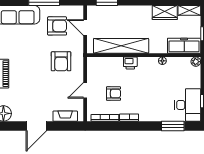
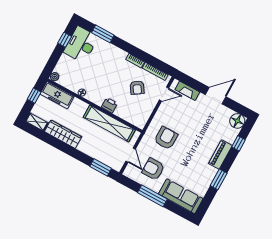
wardrobe: (165, 13) -> (63, 134), width x1.50
door: (85, 90) -> (164, 94), moved
armchair: (114, 94) -> (137, 88), turned -123

